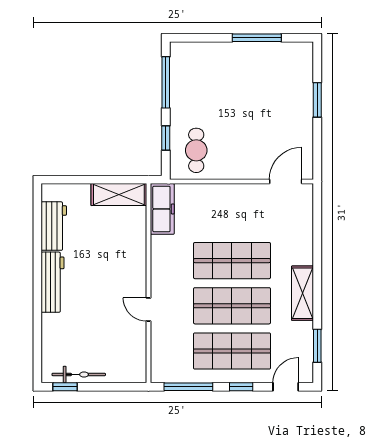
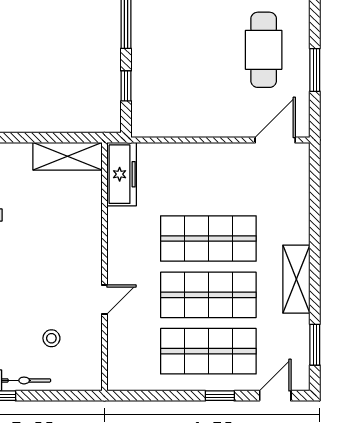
window: (317, 100) -> (315, 70), moved
cafe table: (196, 150) -> (264, 50), moved, width x1.37, depth x1.35
door: (149, 310) -> (104, 300), swing flipped
stool: (106, 341) -> (51, 338), added
window: (188, 387) -> (154, 396), removed

